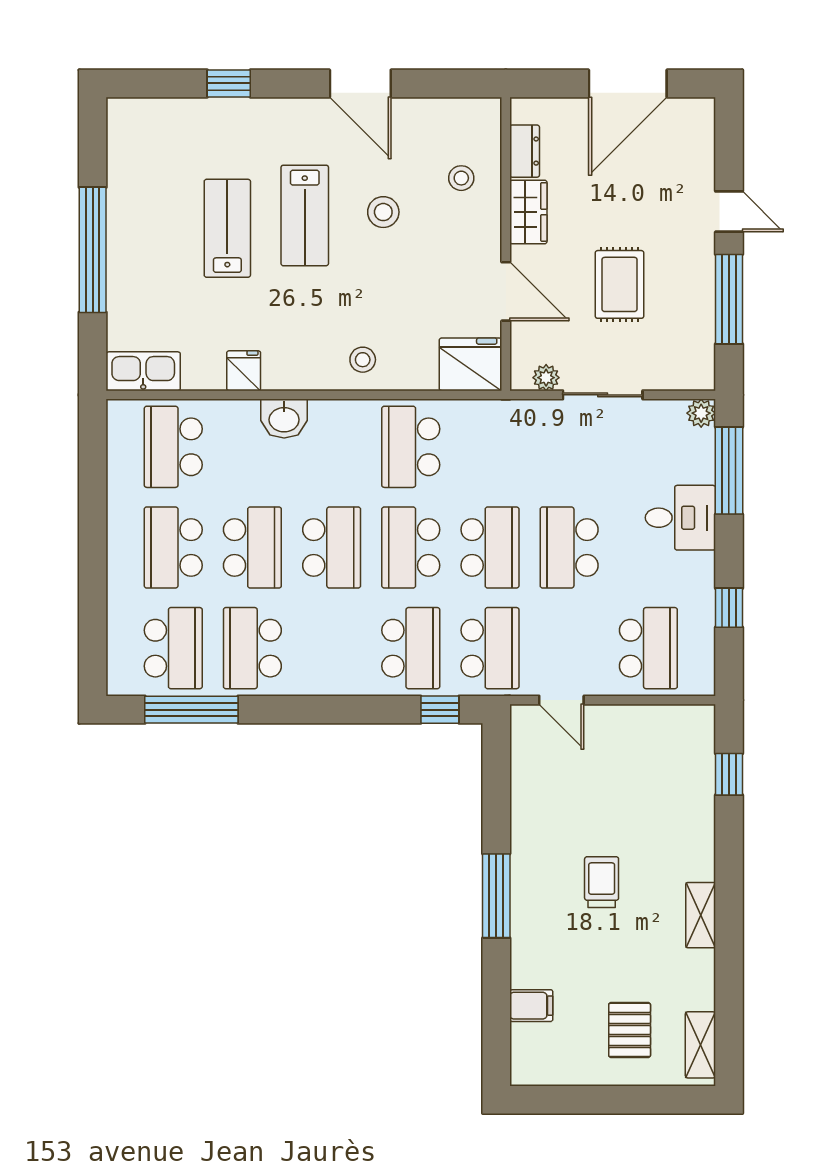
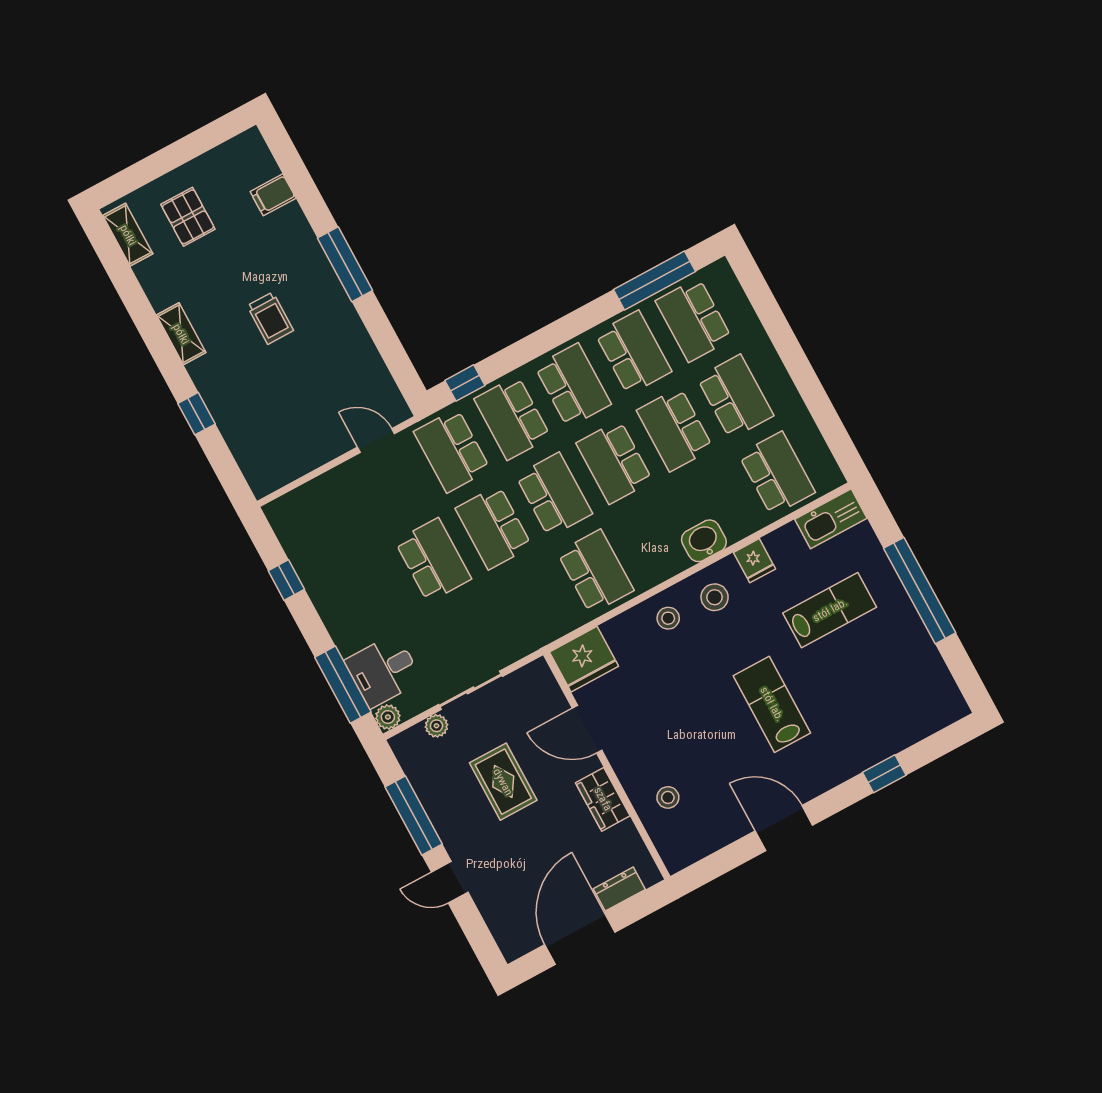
dresser: (525, 151) -> (619, 889), moved, turned 90
stool: (383, 212) -> (715, 597), moved
lab bench: (227, 228) -> (830, 610), moved, turned -90
plant: (546, 378) -> (436, 726), moved
desk: (680, 518) -> (383, 671), moved
school desk: (648, 648) -> (573, 385), moved, turned 180
window: (729, 774) -> (196, 414), moved

